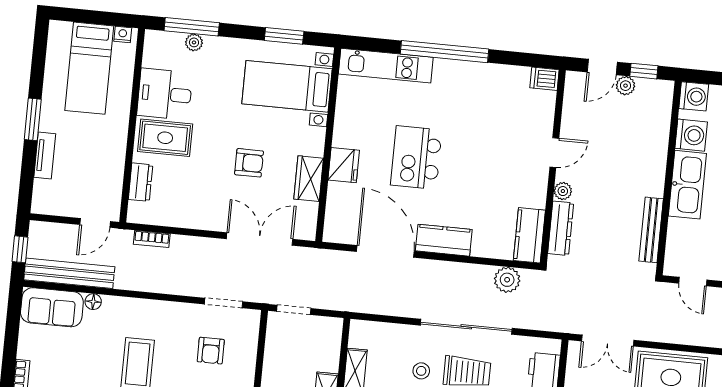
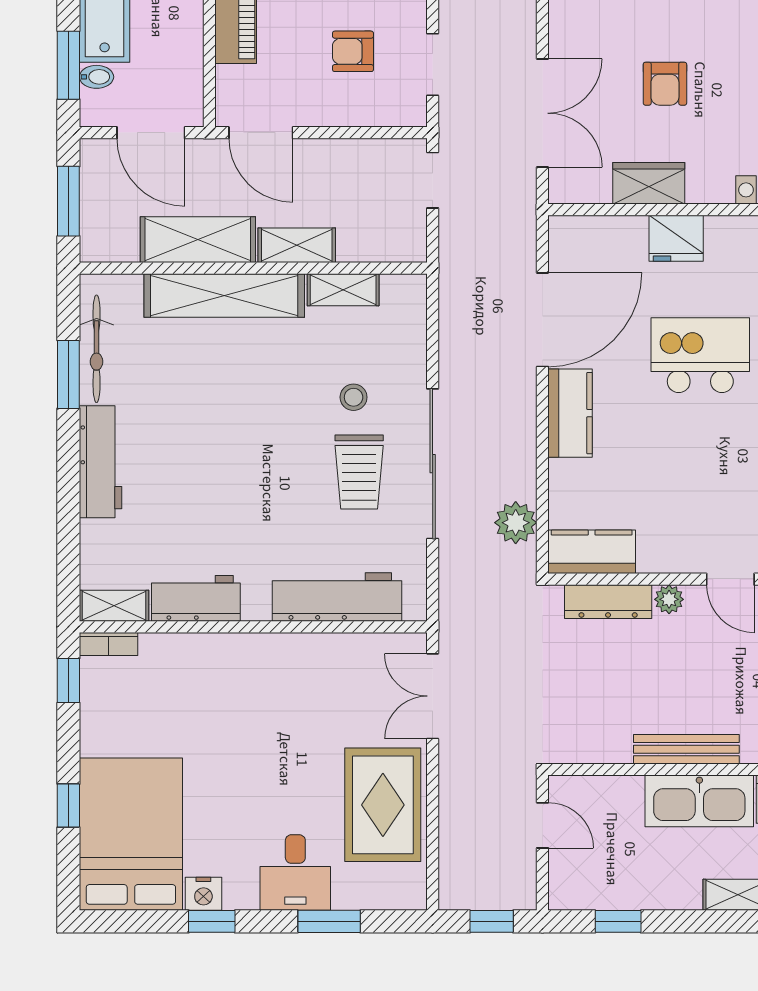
bench: (651, 230) -> (686, 749), moved
door: (693, 282) -> (542, 825), swing flipped

